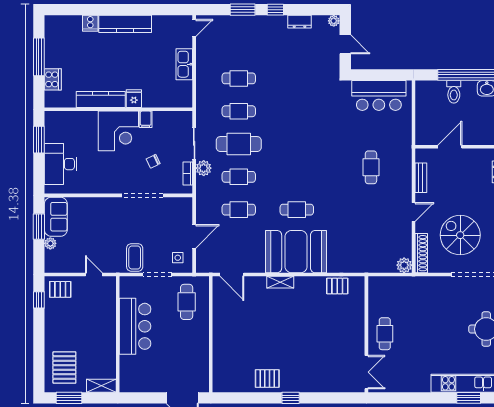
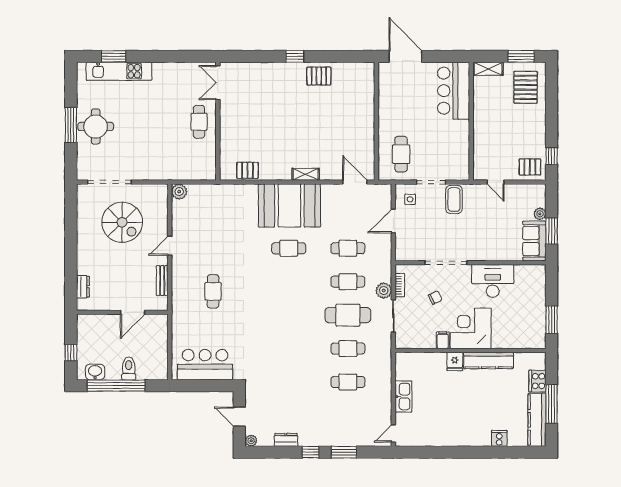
kitchen counter: (125, 24) -> (537, 420), moved, turned -90
desk: (61, 164) -> (493, 281), moved, turned -90
shoe rack: (421, 253) -> (162, 204), removed
bar counter: (135, 326) -> (454, 91), moved

